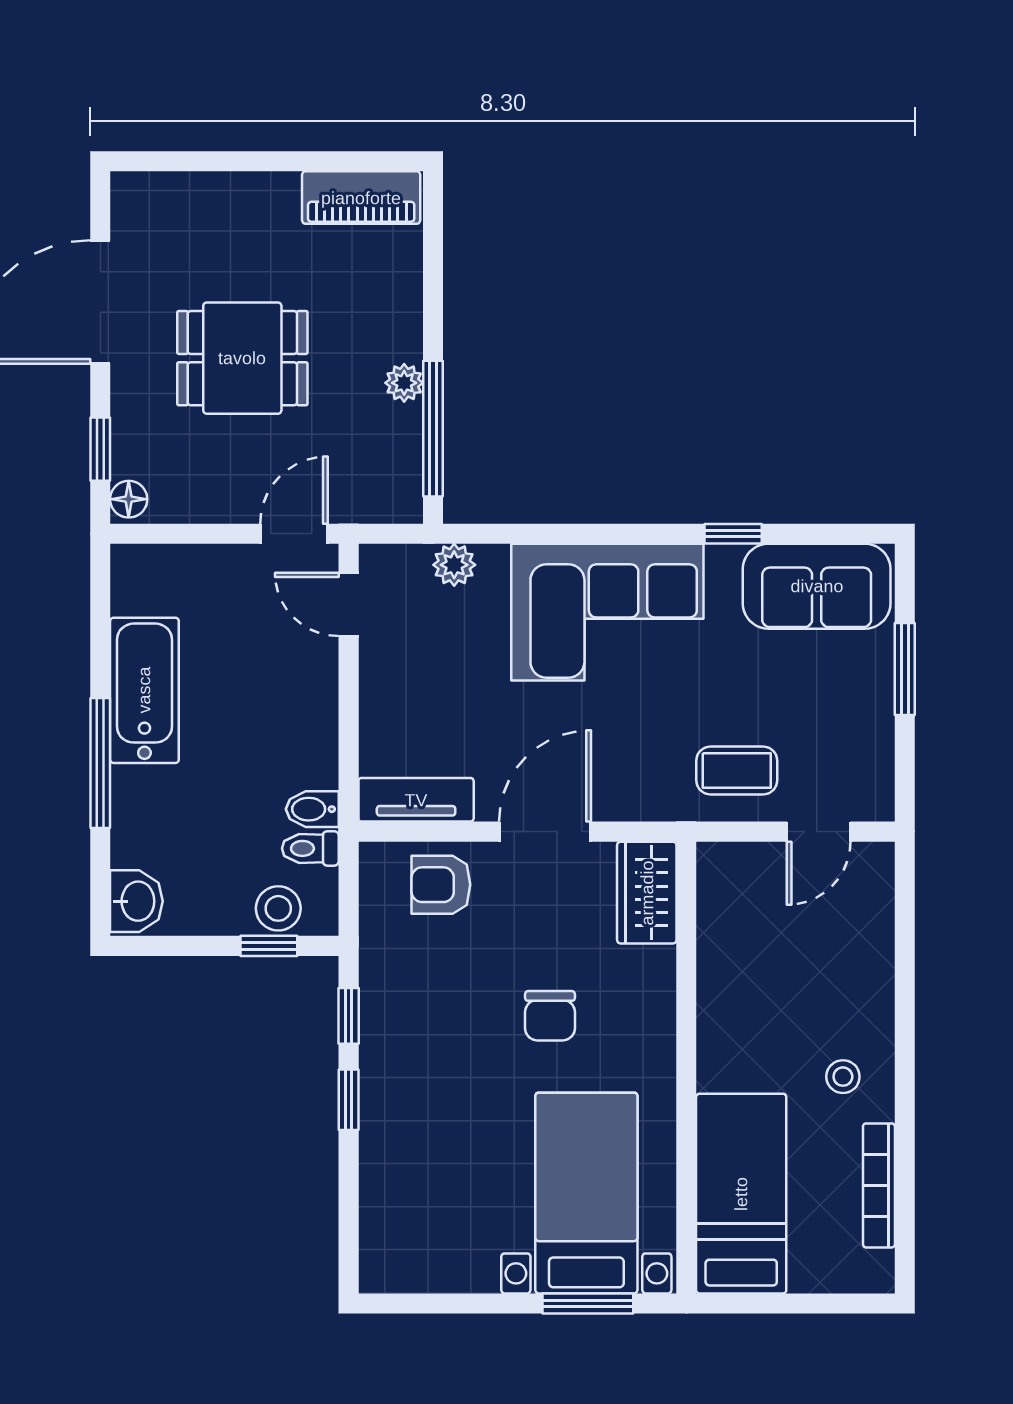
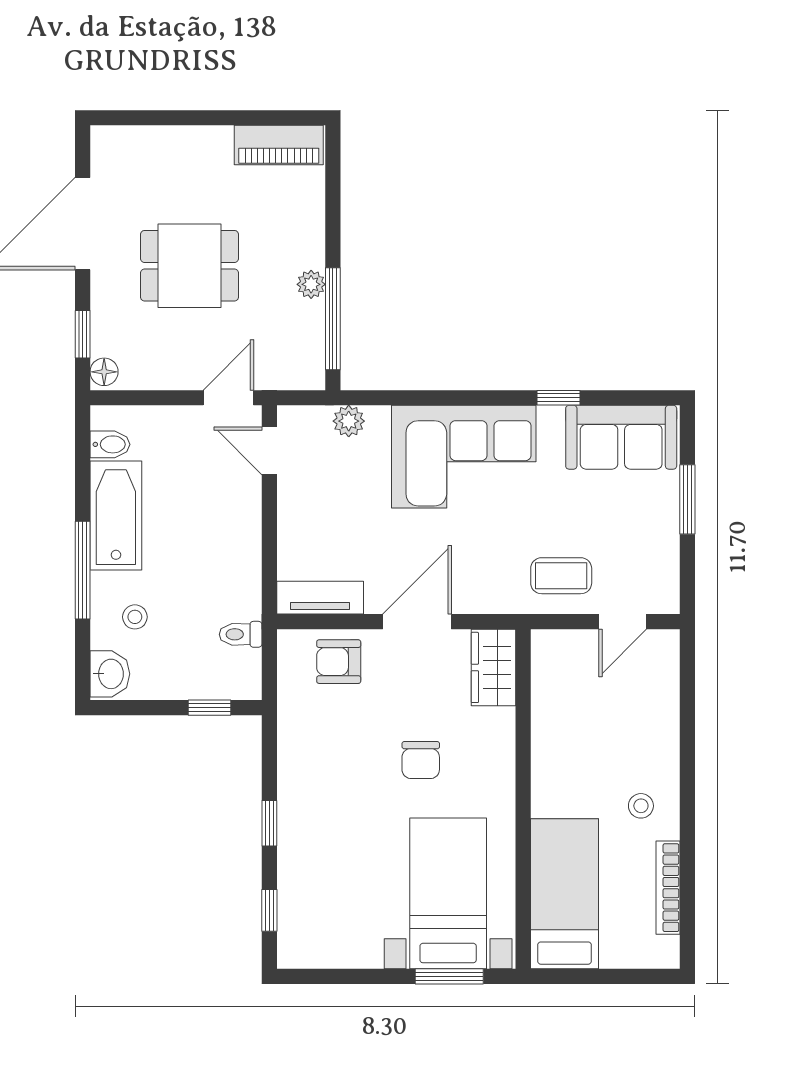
bidet: (312, 809) -> (110, 444), moved, turned 180
stool: (278, 908) -> (135, 617), moved, width x0.73, depth x0.73
window: (349, 1016) -> (269, 910), moved

